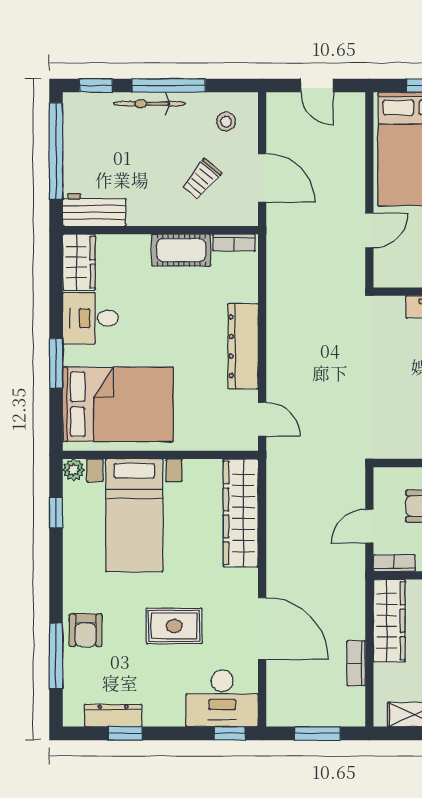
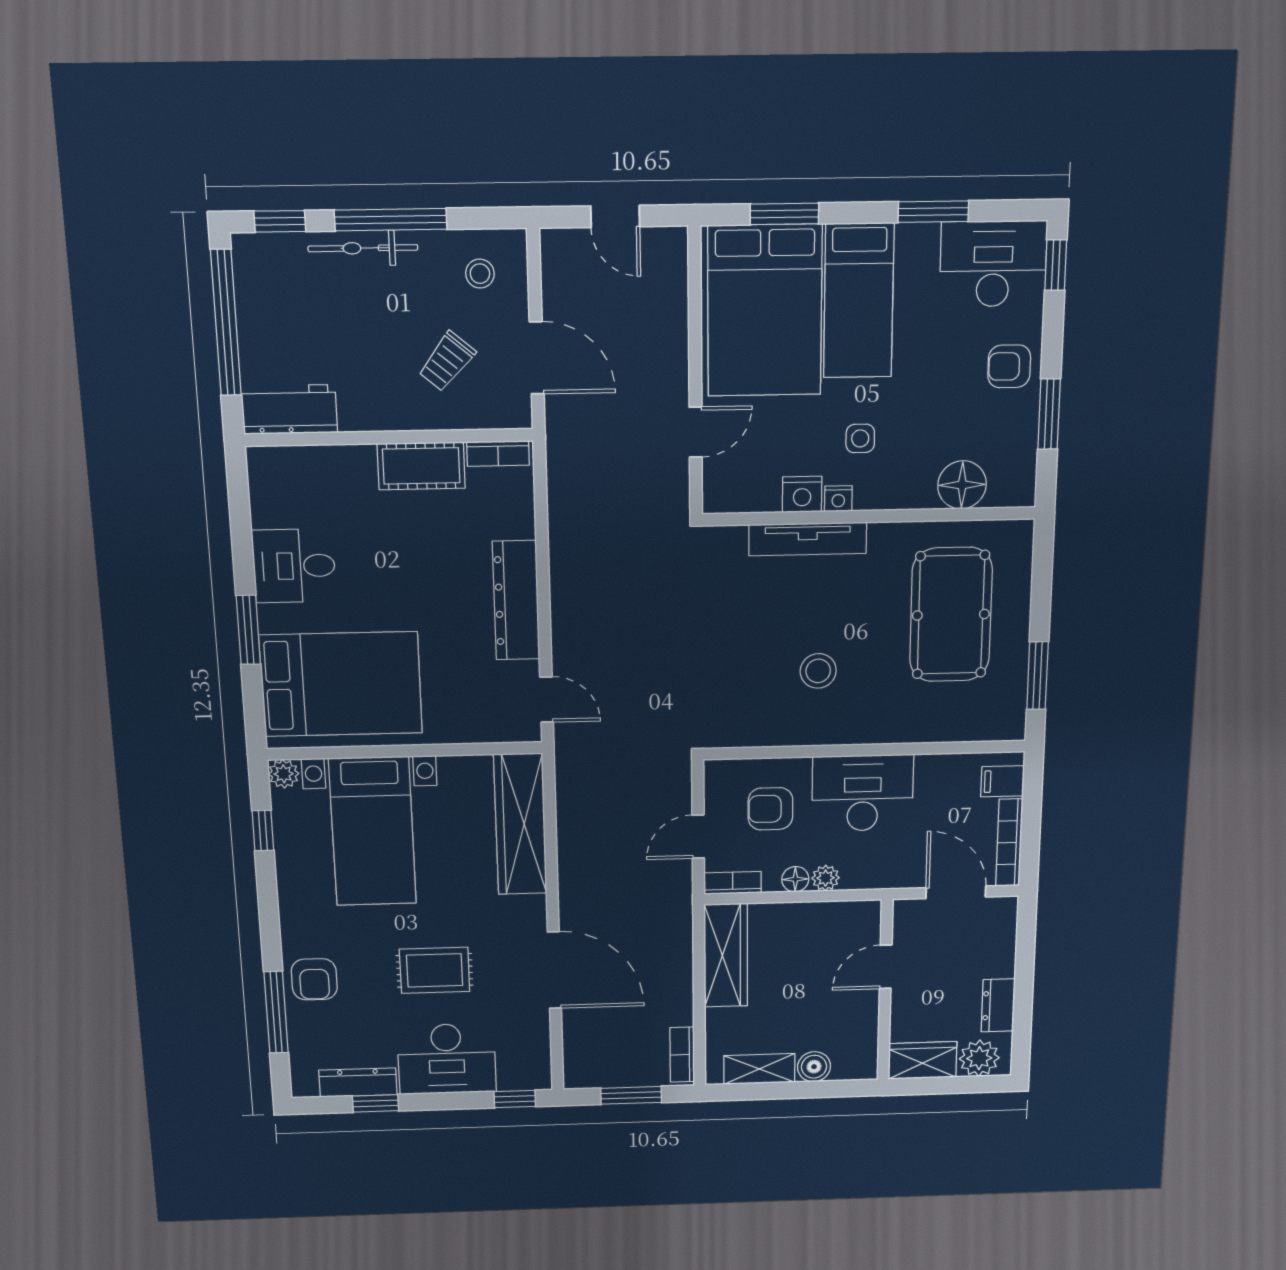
wardrobe: (79, 262) -> (272, 486), removed
bookcase: (356, 663) -> (682, 1055), moved
desk: (222, 698) -> (447, 1059), moved

